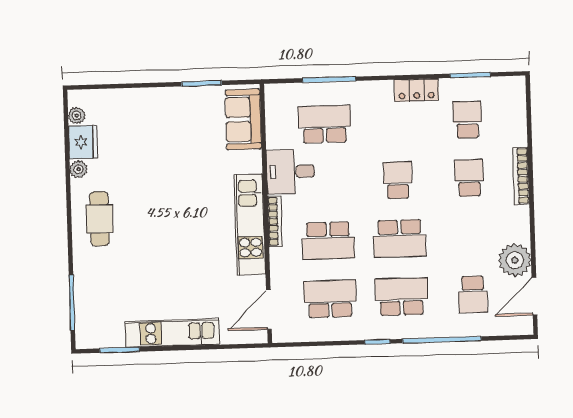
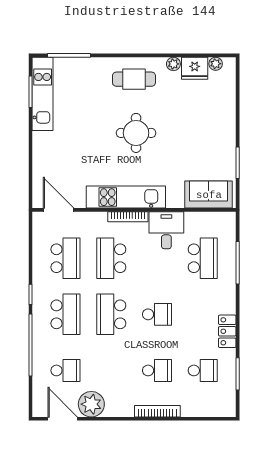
round table: (168, 214) -> (136, 133), added
school desk: (473, 294) -> (65, 370), turned 180
kitchen unit: (172, 333) -> (43, 94), moved

